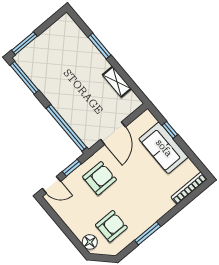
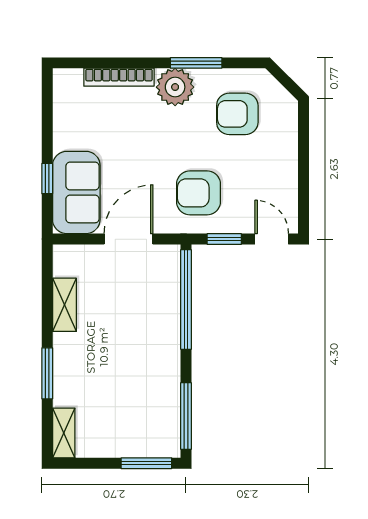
shelving: (71, 26) -> (64, 433), added
sofa: (164, 148) -> (76, 192), moved
bookcase: (189, 188) -> (119, 77), moved
plant: (148, 215) -> (175, 87), added
floor lamp: (90, 242) -> (285, 117), removed

